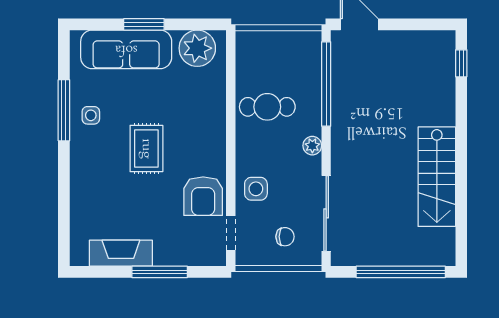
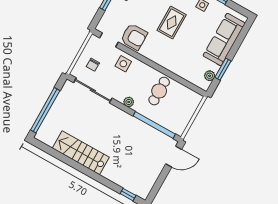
window: (144, 24) -> (223, 69), moved
plant: (197, 48) -> (210, 76), width x0.53, depth x0.53
rug: (146, 149) -> (172, 23), turned 90
armchair: (203, 196) -> (134, 37), turned 180

